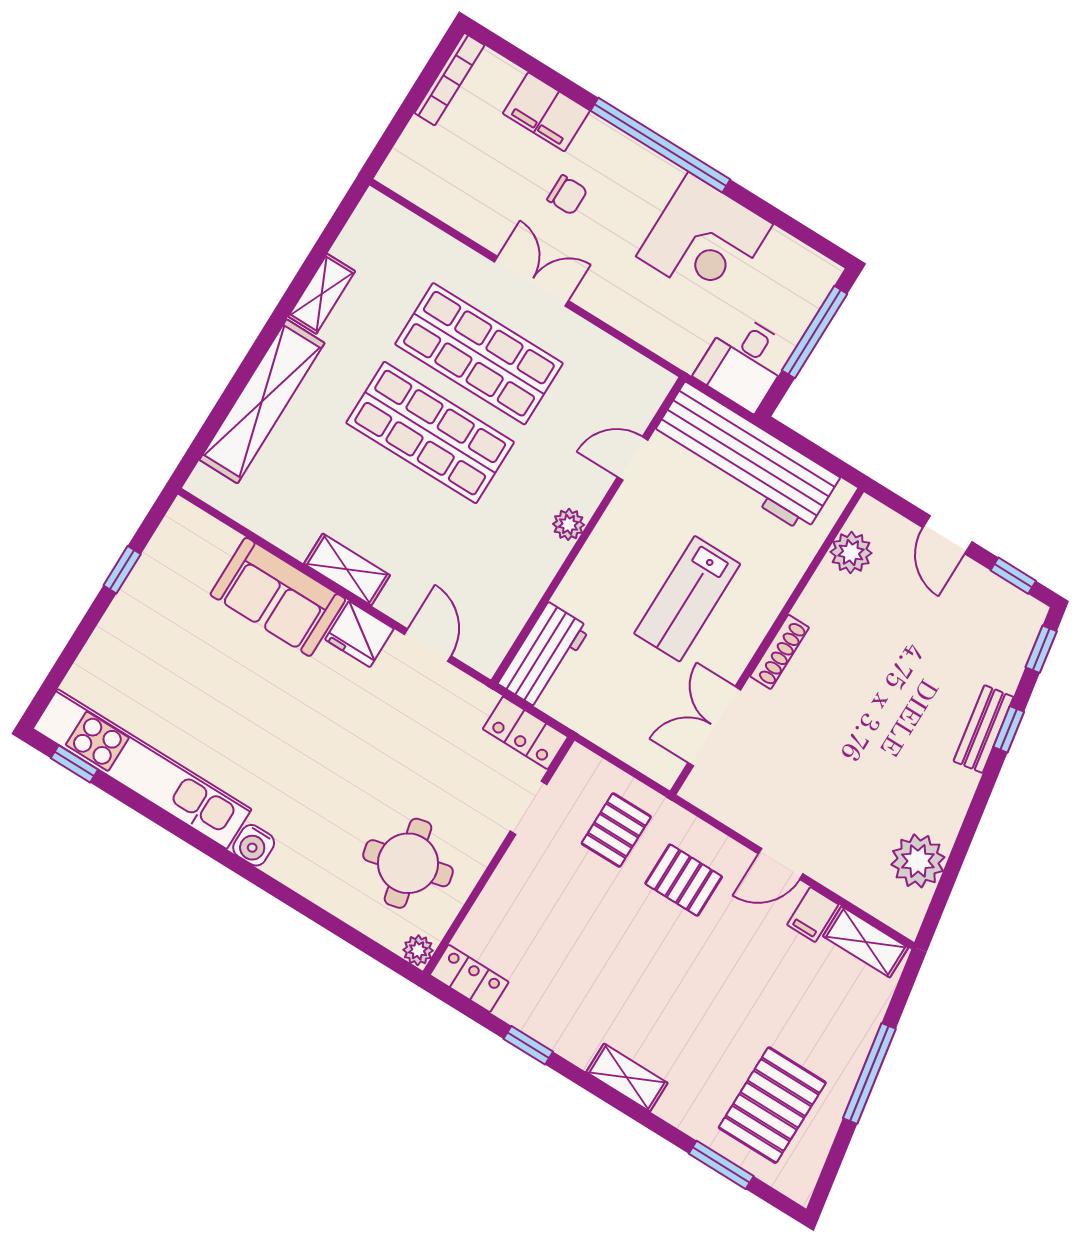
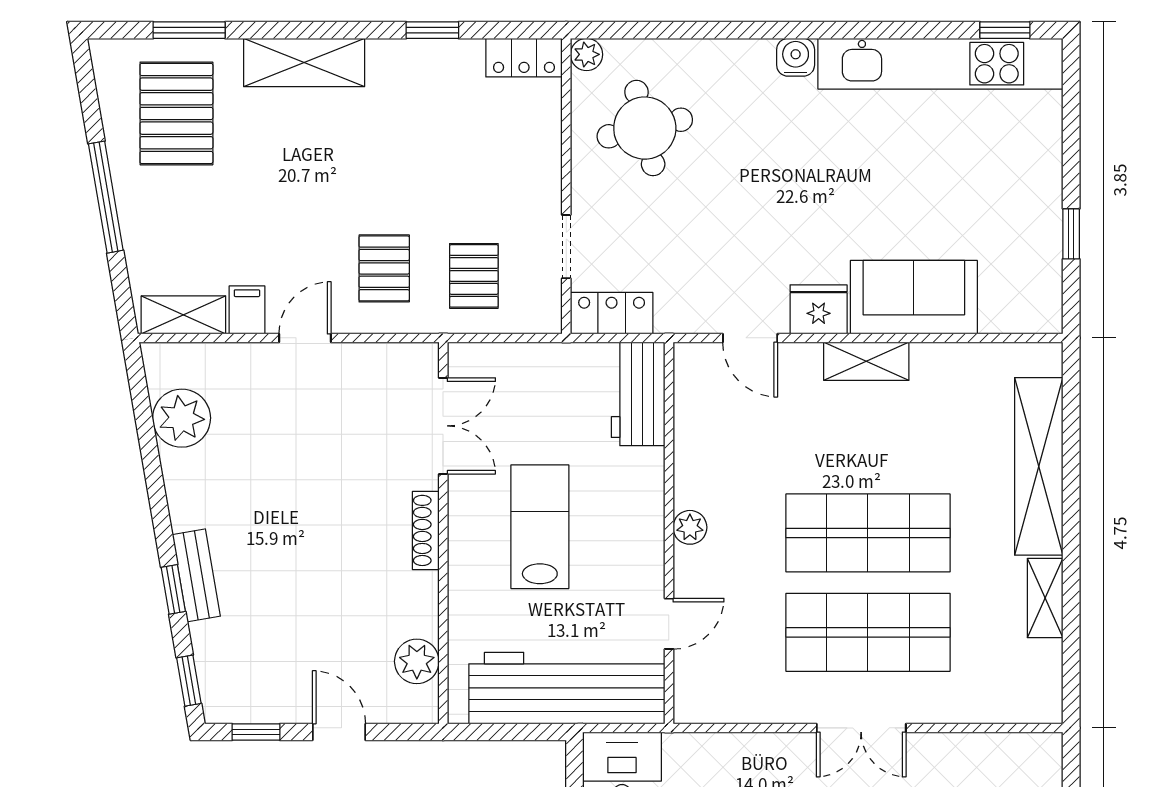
pallet: (684, 880) -> (384, 268), turned 90
shelving: (627, 1078) -> (304, 63), width x1.50, depth x1.33

